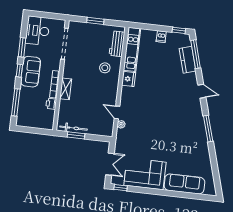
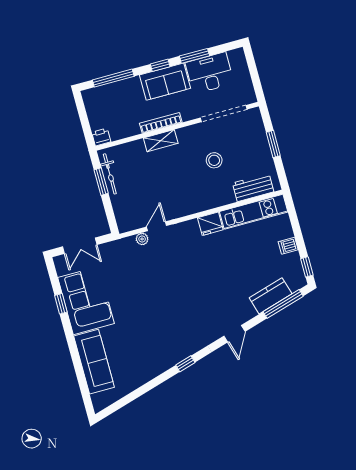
desk: (38, 31) -> (210, 73), moved
stool: (105, 68) -> (214, 160), moved
printer: (51, 104) -> (101, 137), moved
window: (208, 129) -> (185, 364), width x0.46
window: (121, 188) -> (61, 304), moved

